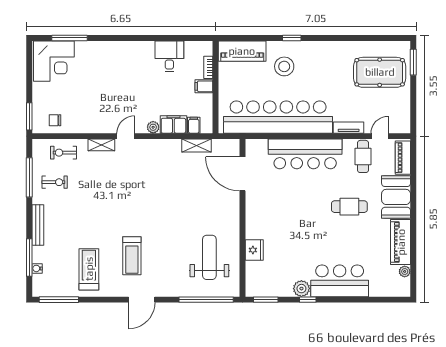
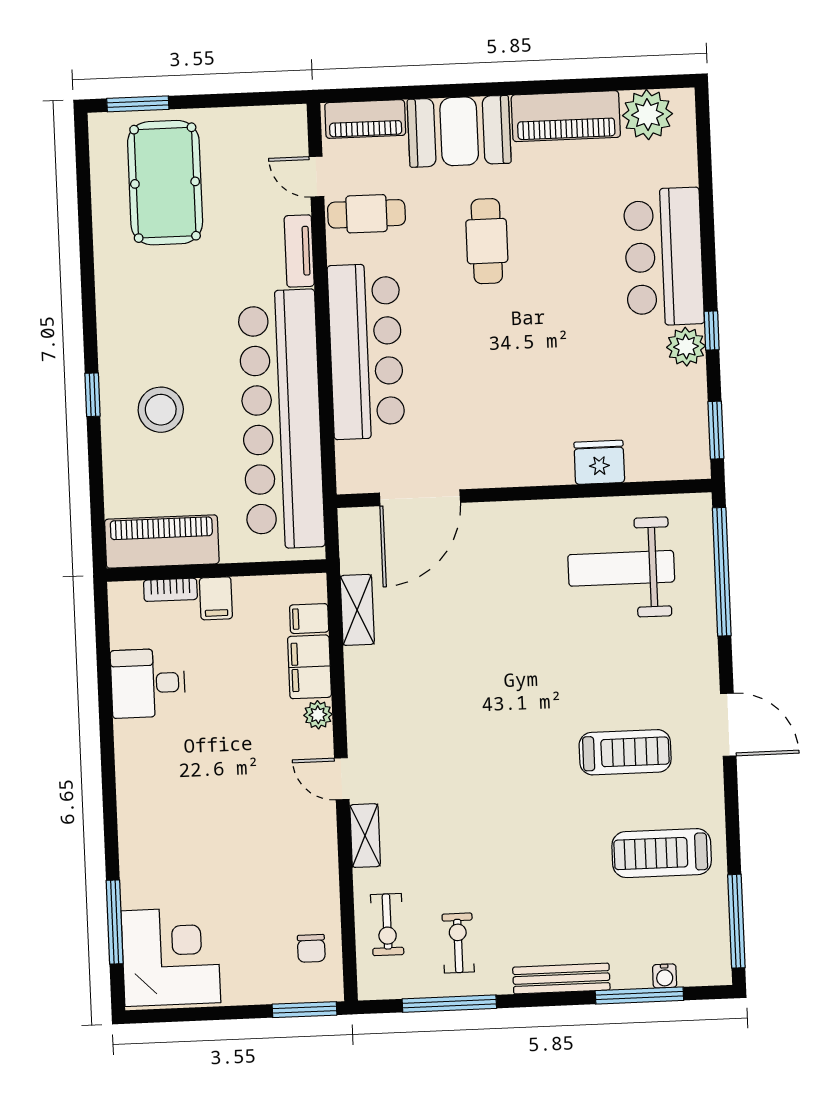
piano: (242, 51) -> (162, 541), moved, turned -90
plant: (405, 271) -> (647, 115), width x1.88, depth x1.88

